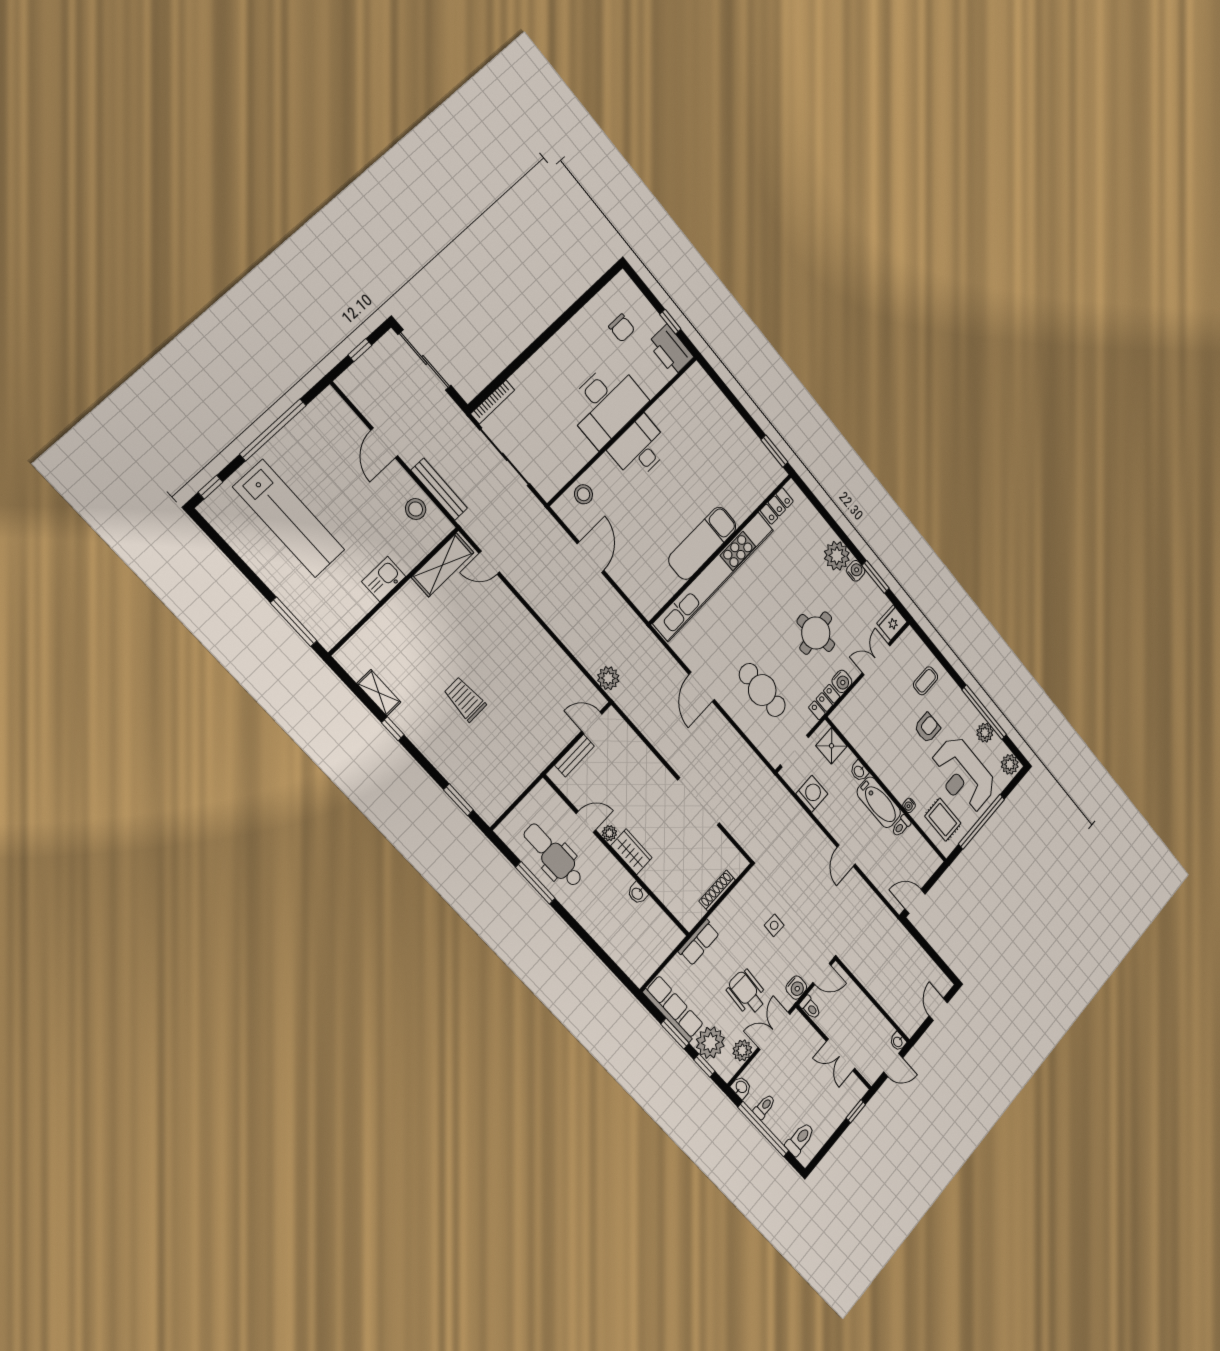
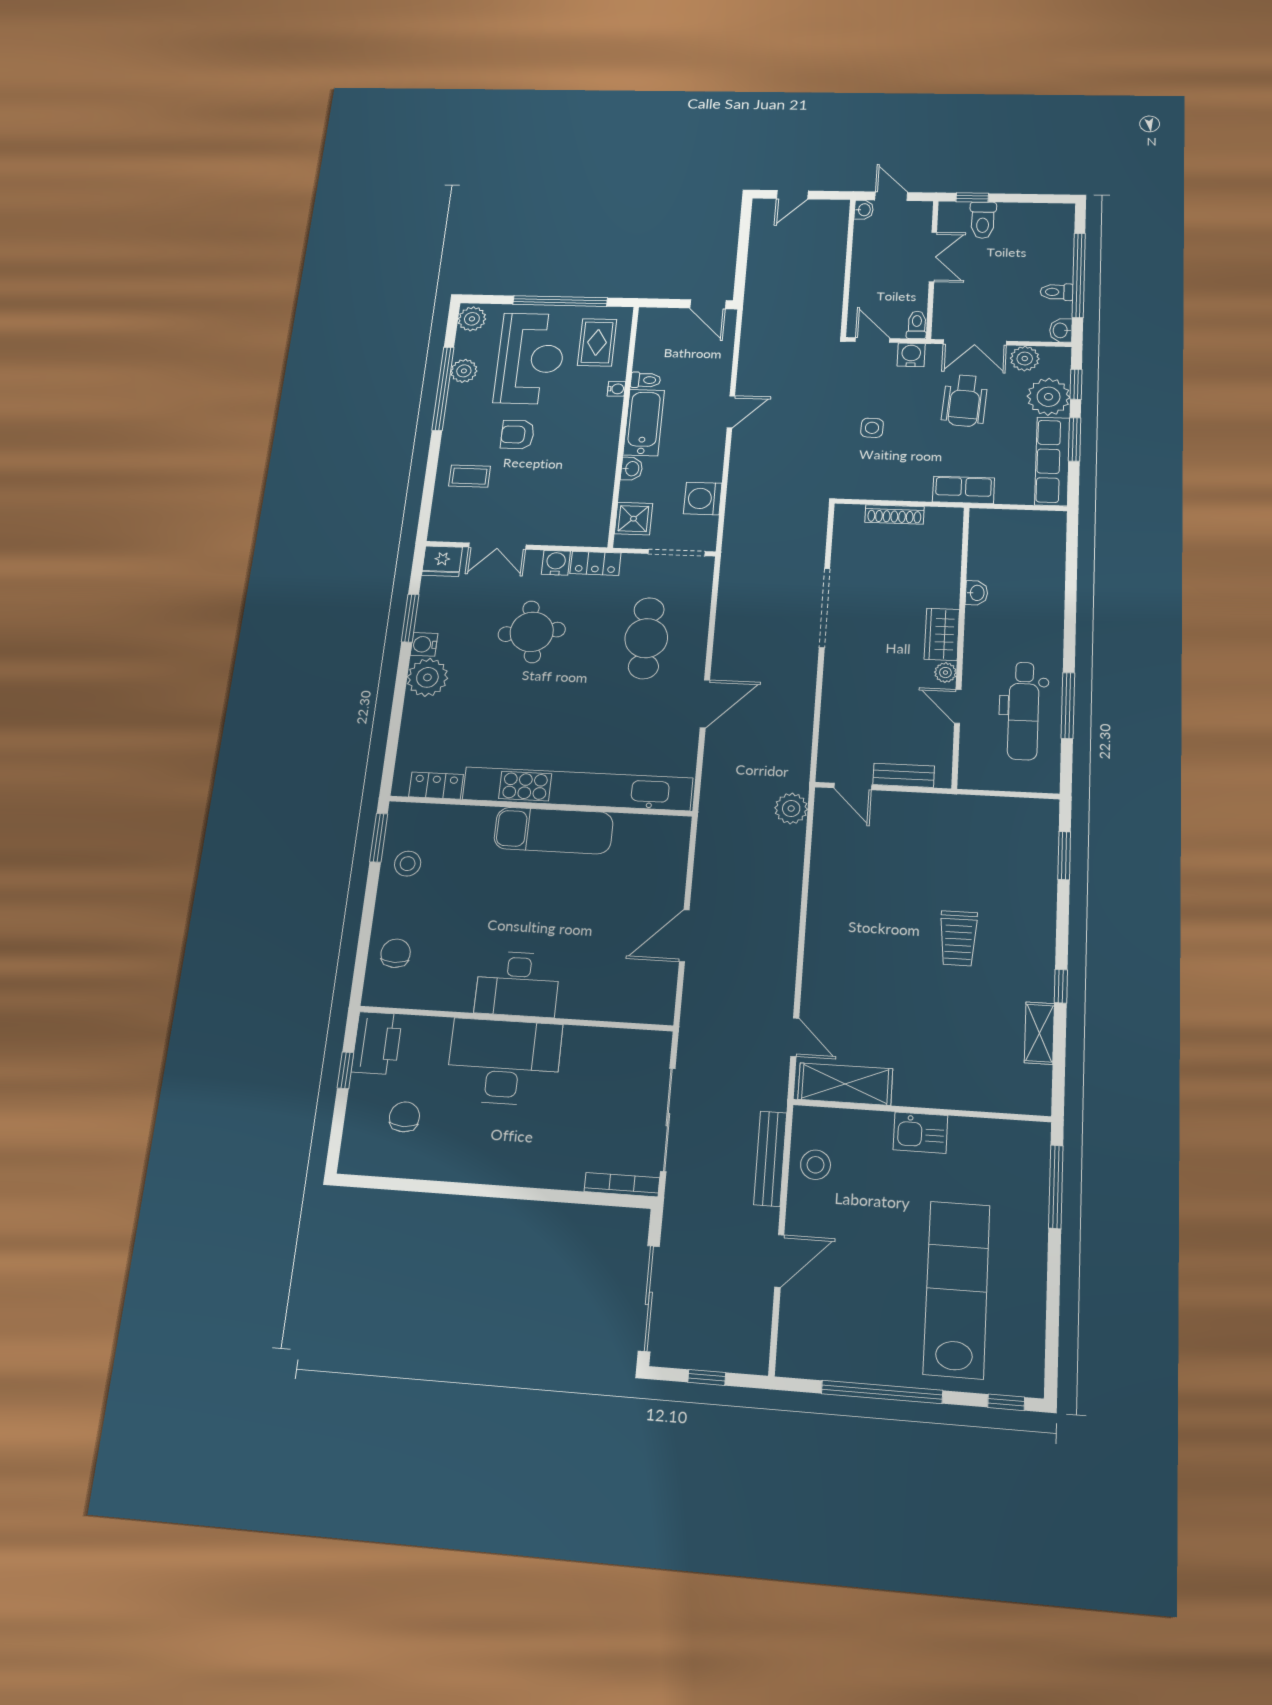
chair: (708, 403) -> (396, 953), added
stool: (583, 494) -> (408, 864), moved
toilet: (800, 1139) -> (983, 220), moved, turned -90

